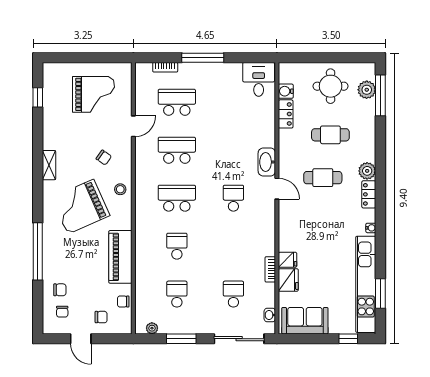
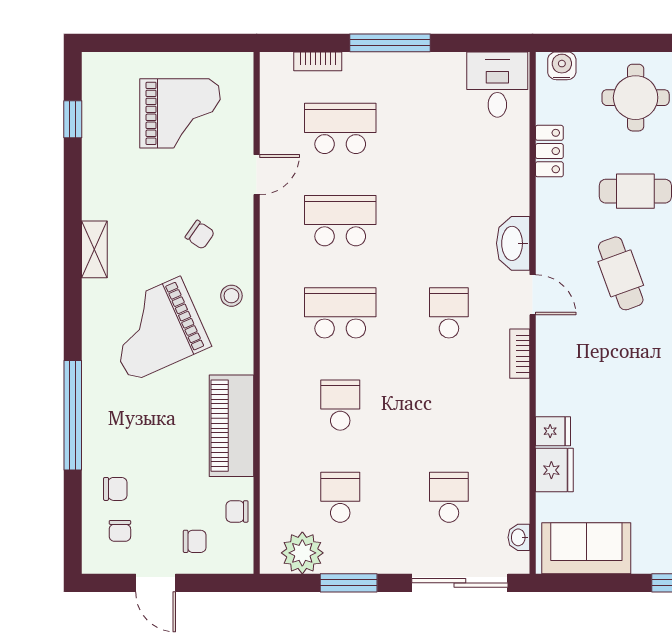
water cooler: (286, 91) -> (562, 66), moved, turned 90
cafe table: (323, 178) -> (621, 273), turned 70
bookcase: (270, 269) -> (520, 354), moved
plant: (152, 328) -> (302, 553), width x1.87, depth x1.87

